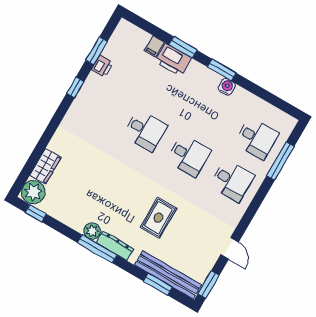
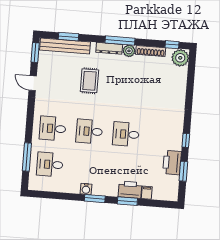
printer: (102, 66) -> (172, 163), width x1.87, depth x1.48
wardrobe: (45, 166) -> (181, 79), removed
shoe rack: (66, 218) -> (151, 51), added

